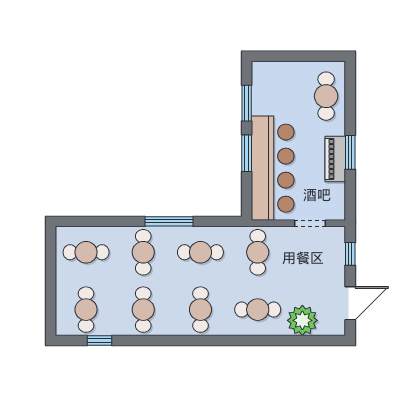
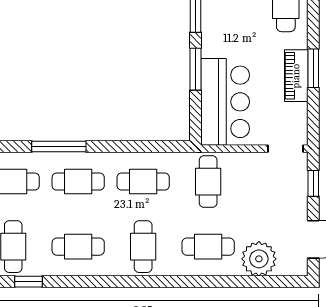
bar counter: (273, 168) -> (225, 102), width x0.73
window: (169, 221) -> (59, 146), moved
doorway: (310, 223) -> (285, 149), moved
cafe table: (143, 252) -> (78, 182), turned 90
cafe table: (143, 310) -> (78, 247), turned 90

